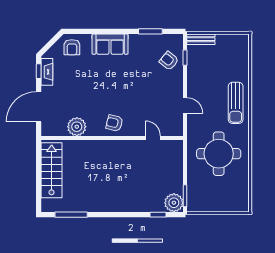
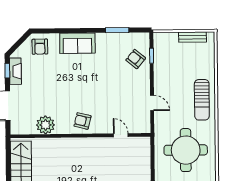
bench: (201, 39) -> (193, 37), moved

